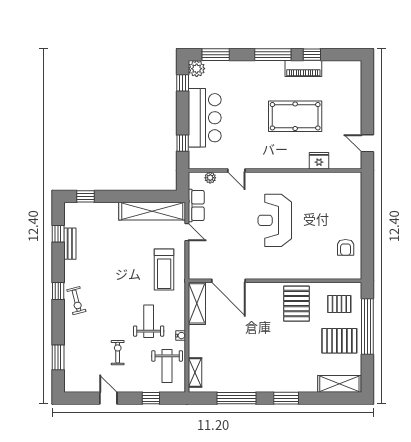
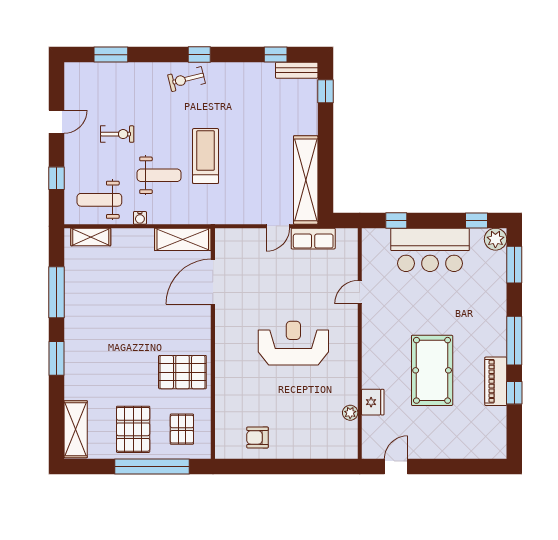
plant: (210, 178) -> (350, 413), moved
bench: (70, 244) -> (297, 70), moved
treadmill: (164, 270) -> (206, 156), moved, turned 90

